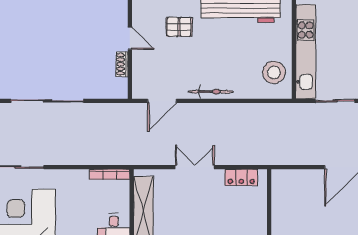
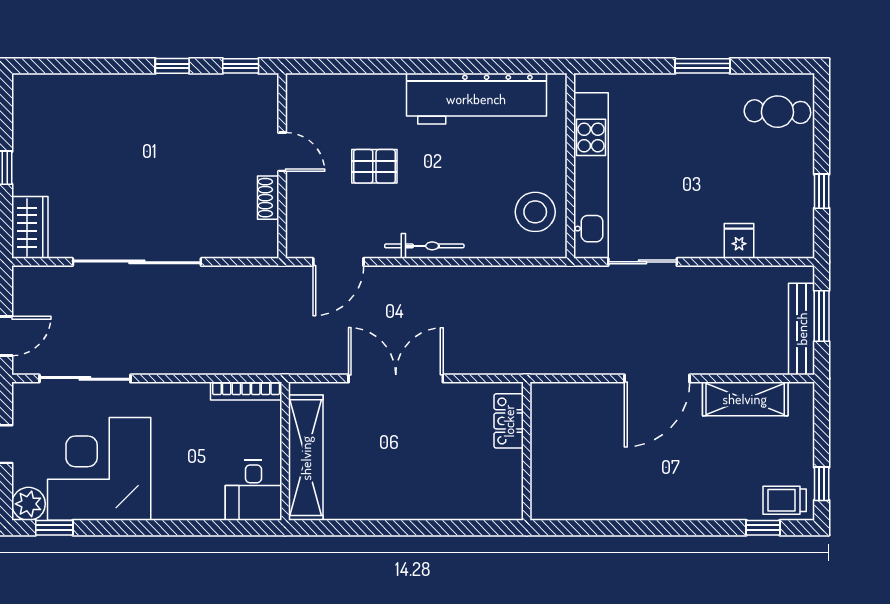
pallet: (179, 27) -> (374, 166), moved
double door: (195, 167) -> (396, 378), width x1.37
locker: (241, 177) -> (509, 421), moved, turned 90

